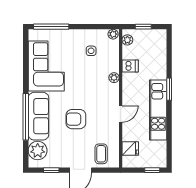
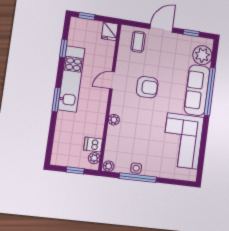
window: (51, 27) -> (138, 178), moved
side table: (91, 51) -> (136, 168), moved
dishwasher: (130, 66) -> (93, 144), moved
armchair: (76, 119) -> (147, 87), moved
window: (169, 137) -> (63, 48), added
fridge: (130, 148) -> (110, 31), moved, turned -90

